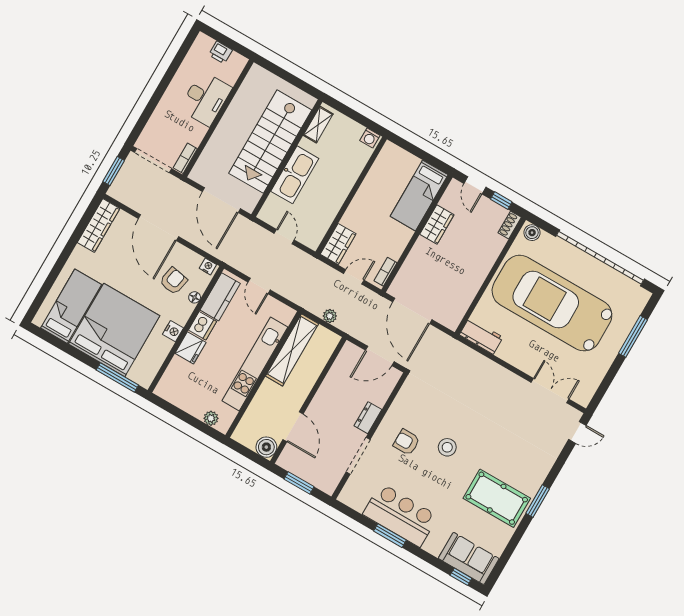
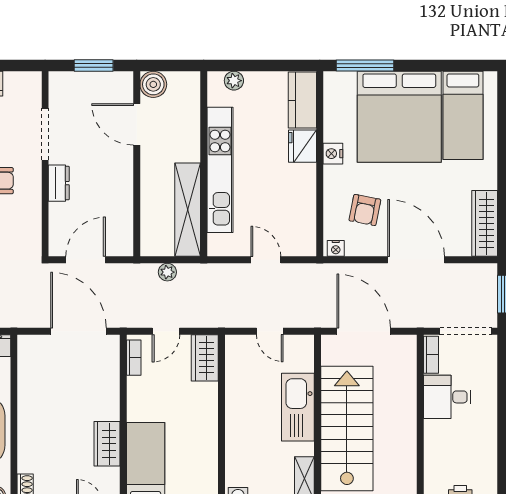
desk: (206, 99) -> (447, 397), moved, width x0.73
floor lamp: (195, 297) -> (331, 205), removed
kitchen counter: (220, 297) -> (302, 100), moved
dishwasher: (202, 326) -> (303, 179), removed

